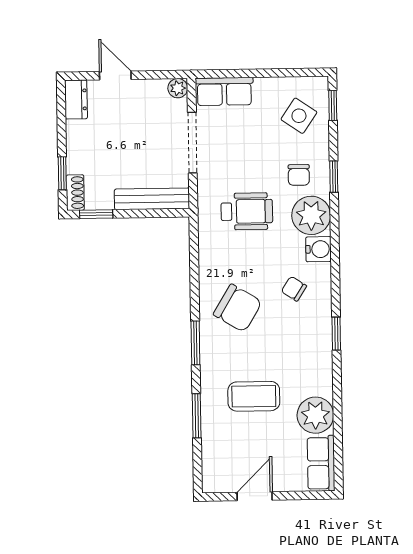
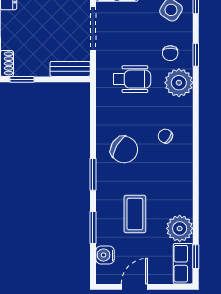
bench: (152, 199) -> (70, 69), width x0.73
water cooler: (318, 249) -> (105, 255), moved, turned 180
window: (336, 334) -> (196, 257), moved
coffee table: (254, 396) -> (135, 214), turned 90

